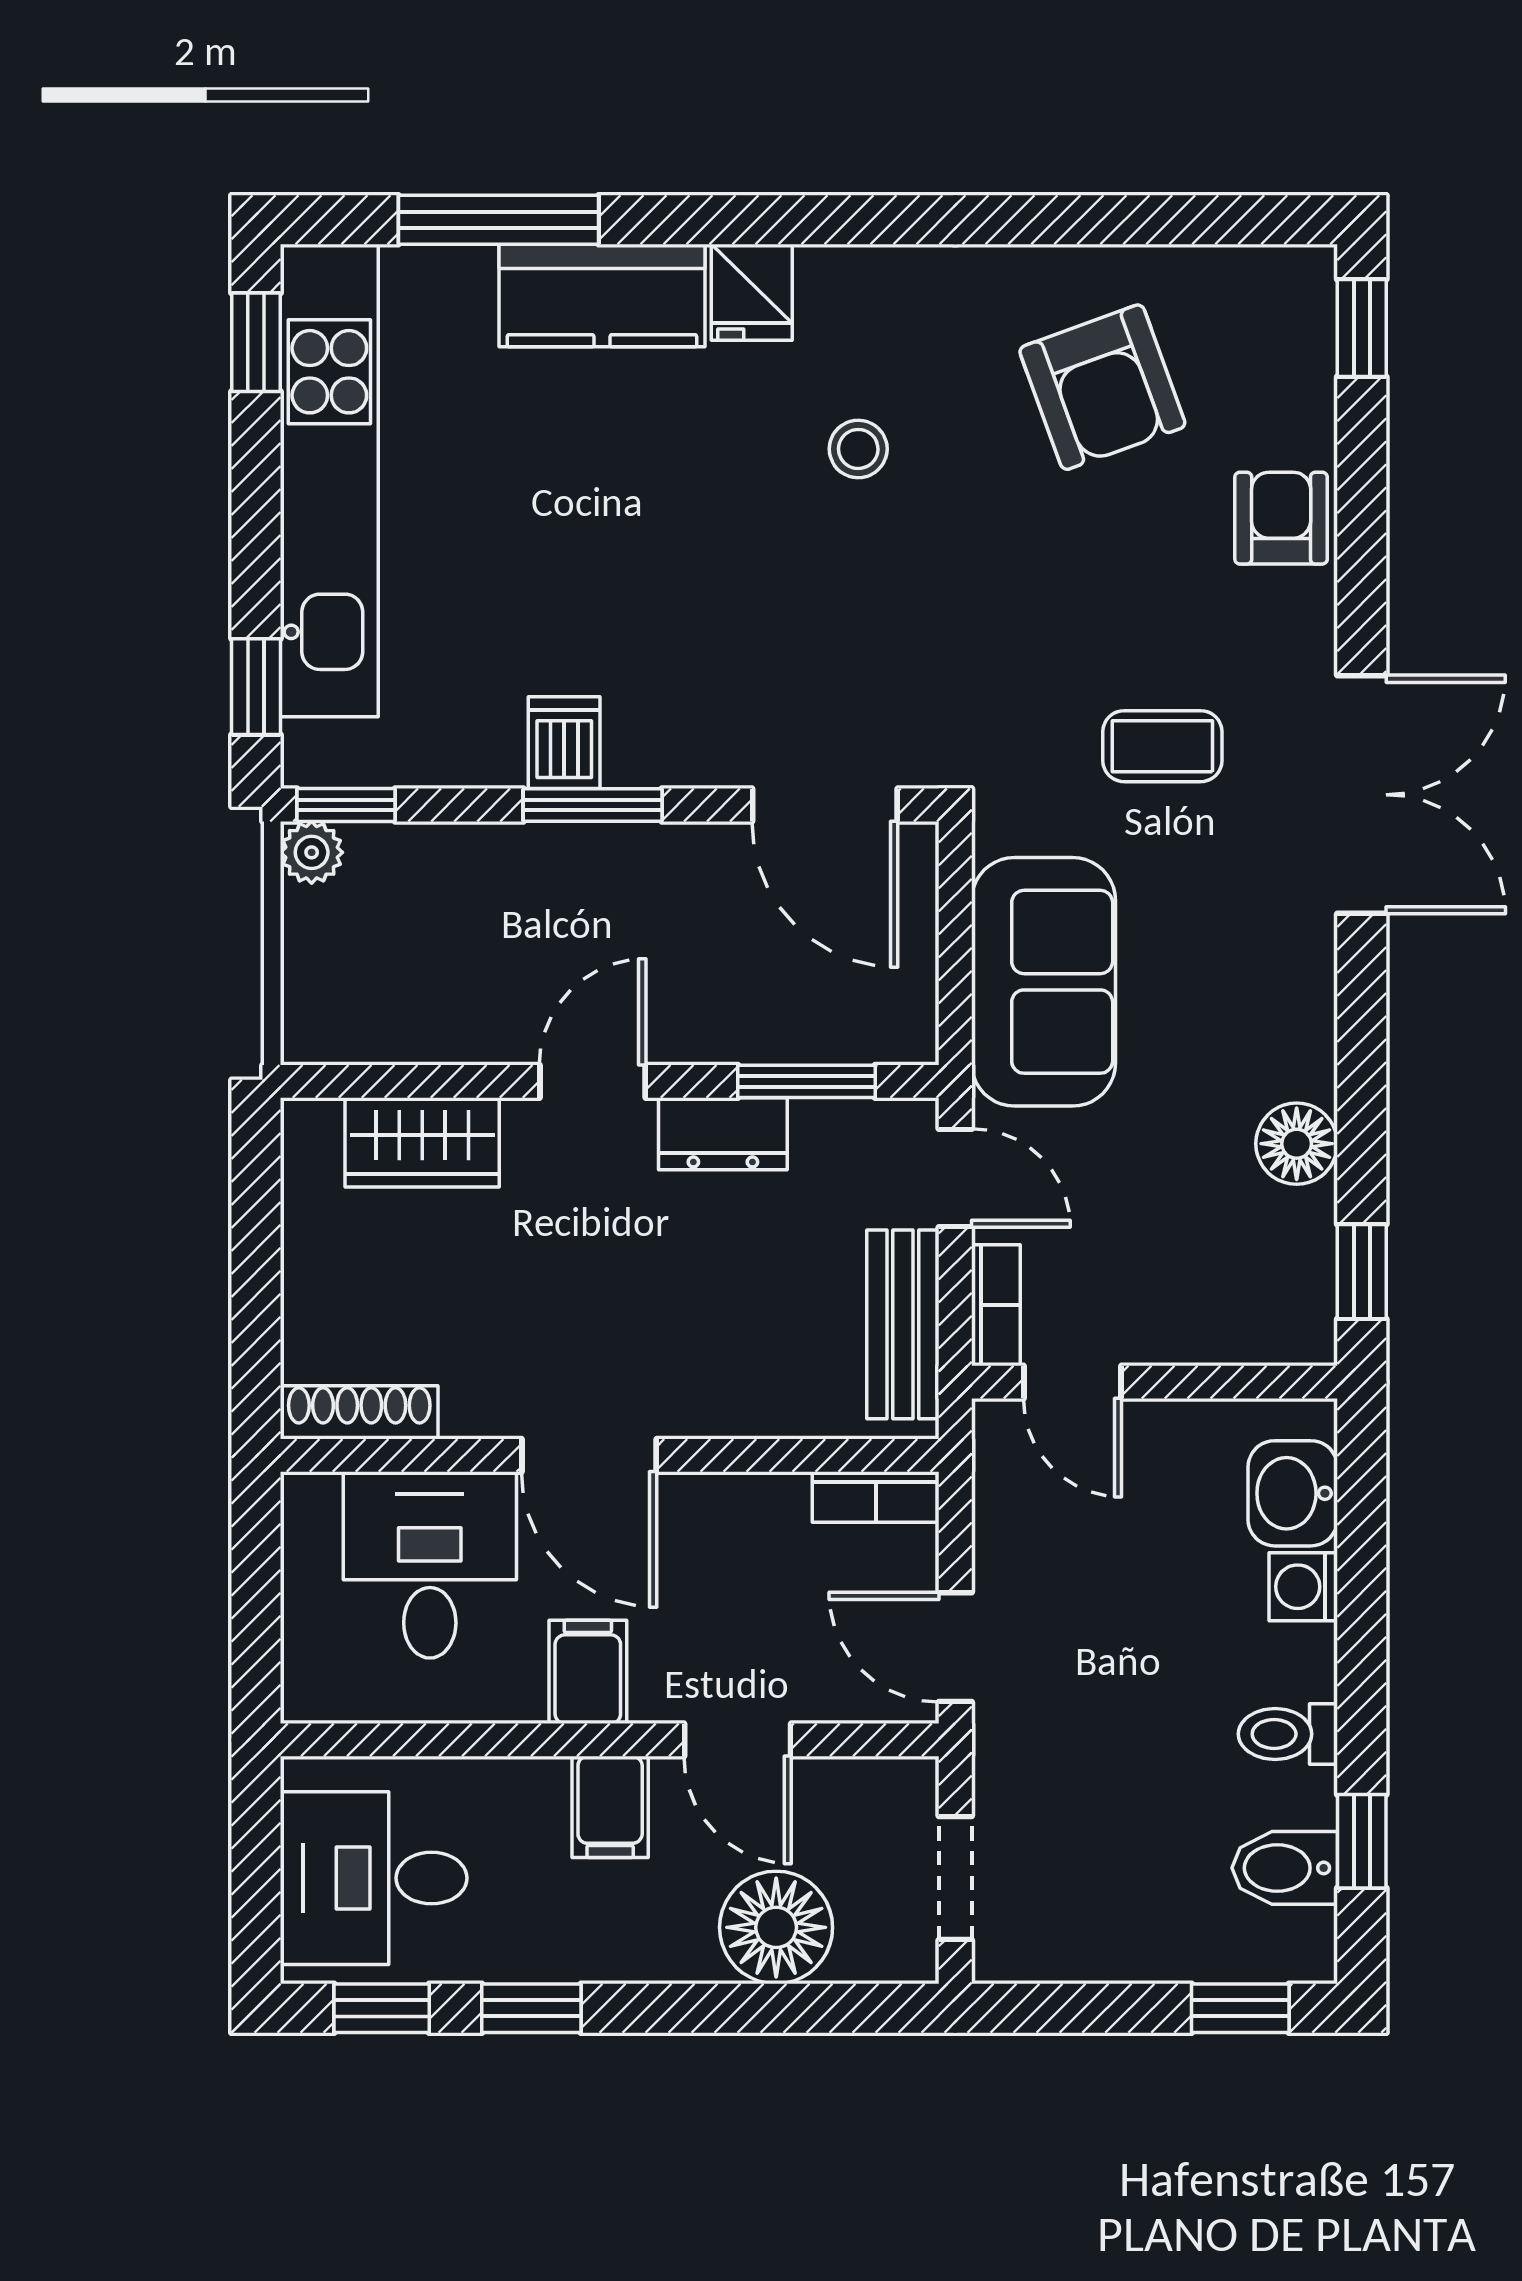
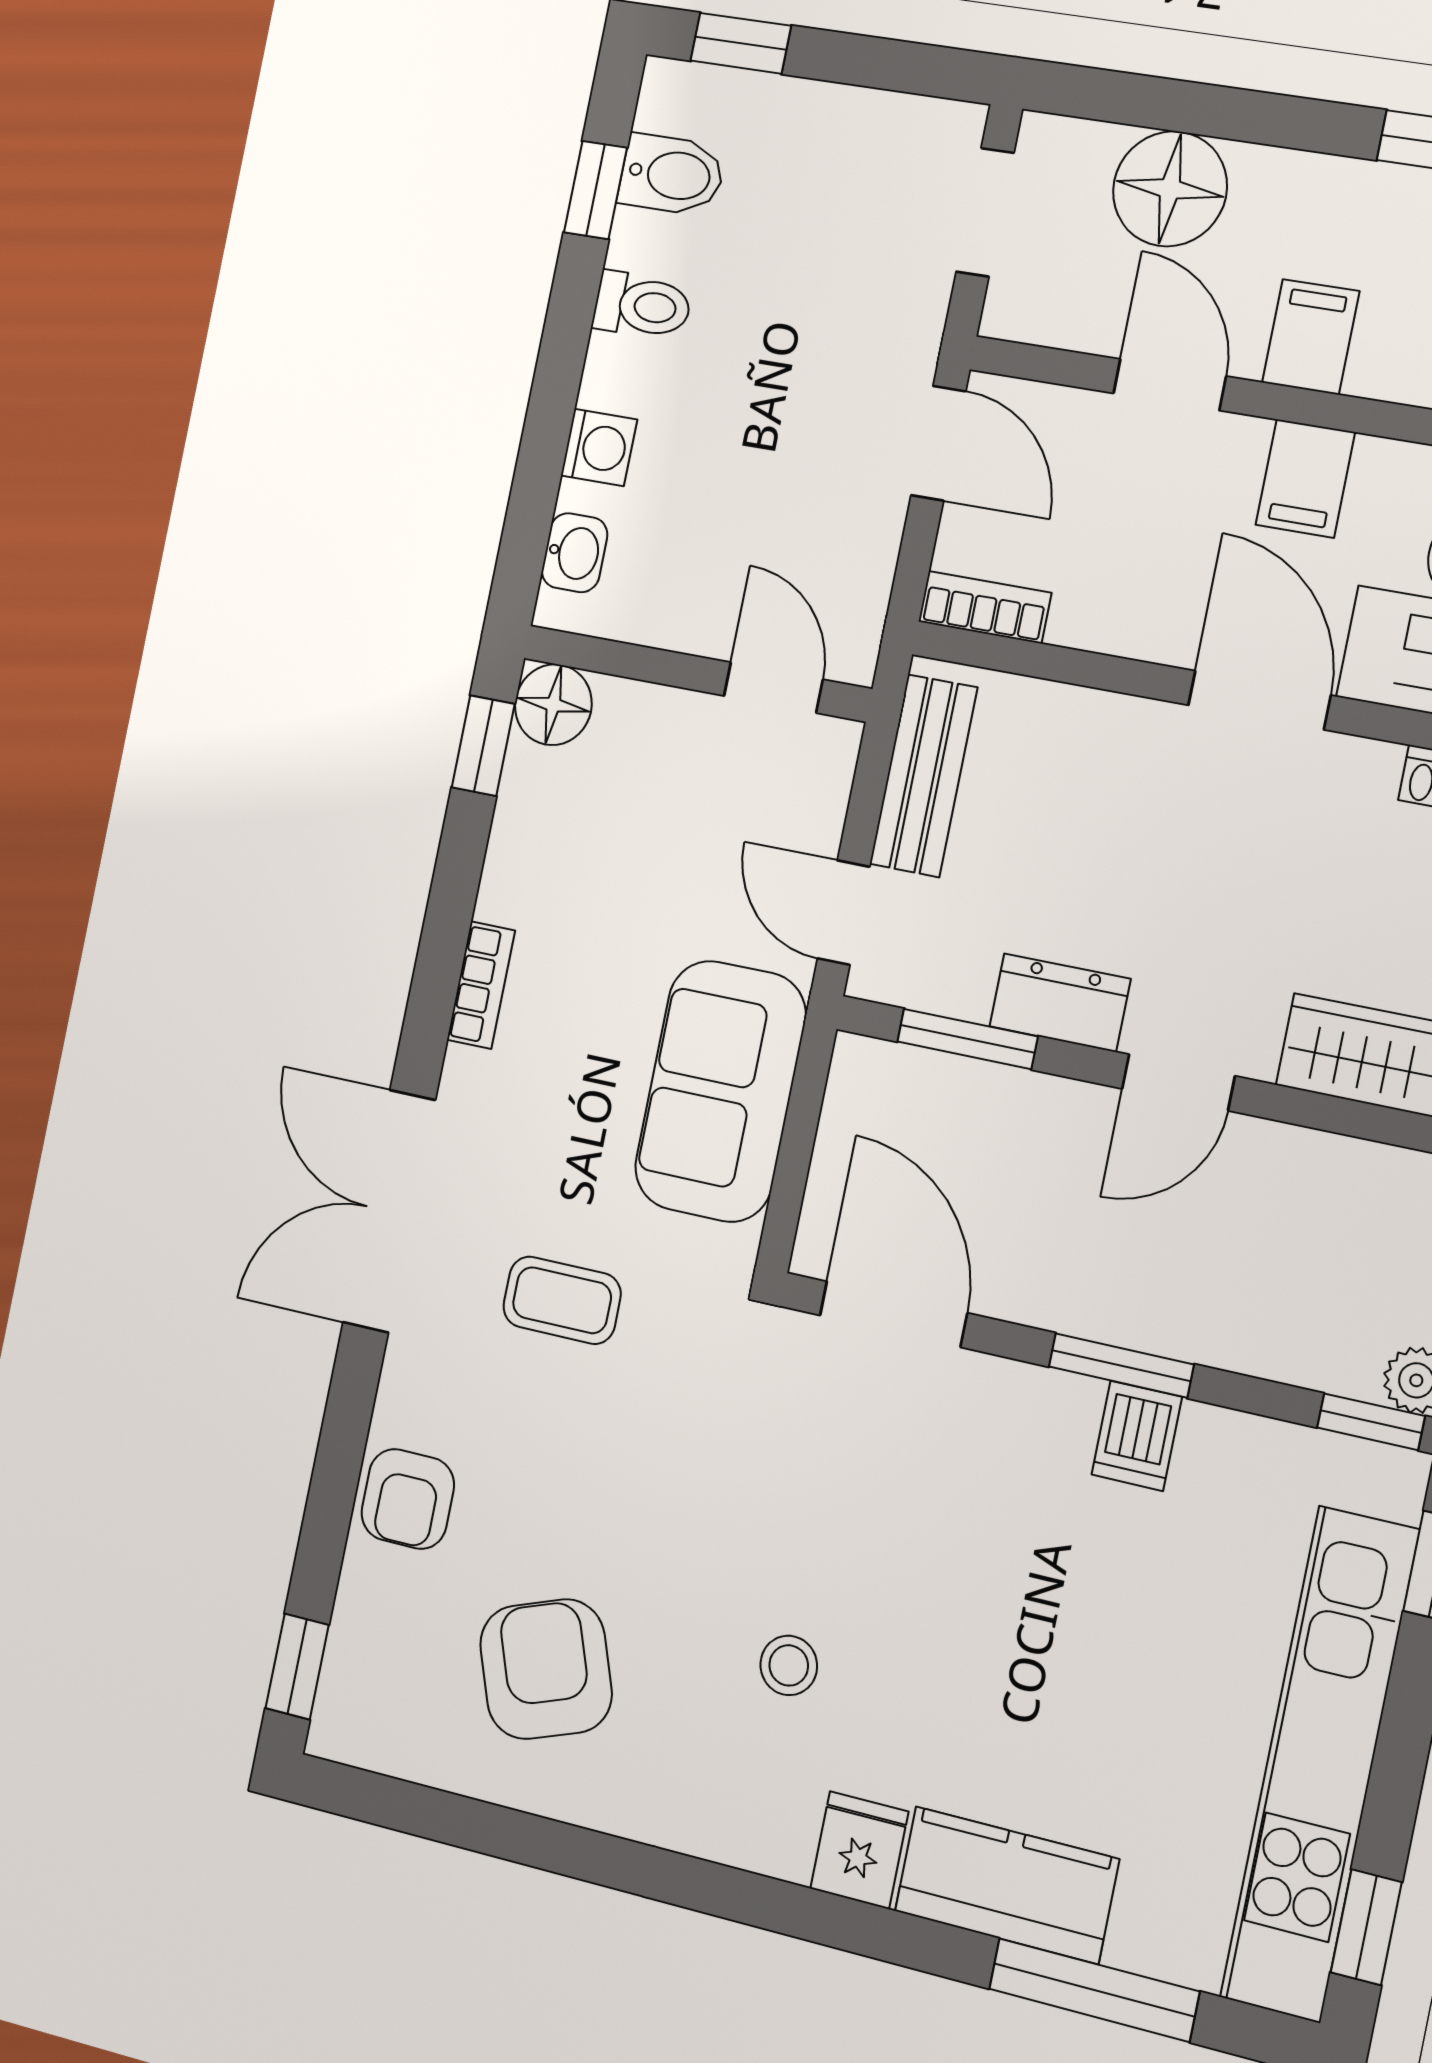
floor lamp: (1297, 1144) -> (553, 705), moved
bookcase: (996, 1305) -> (481, 985), moved, turned 180
washbasin: (1293, 1493) -> (575, 553), width x0.72, depth x0.69

